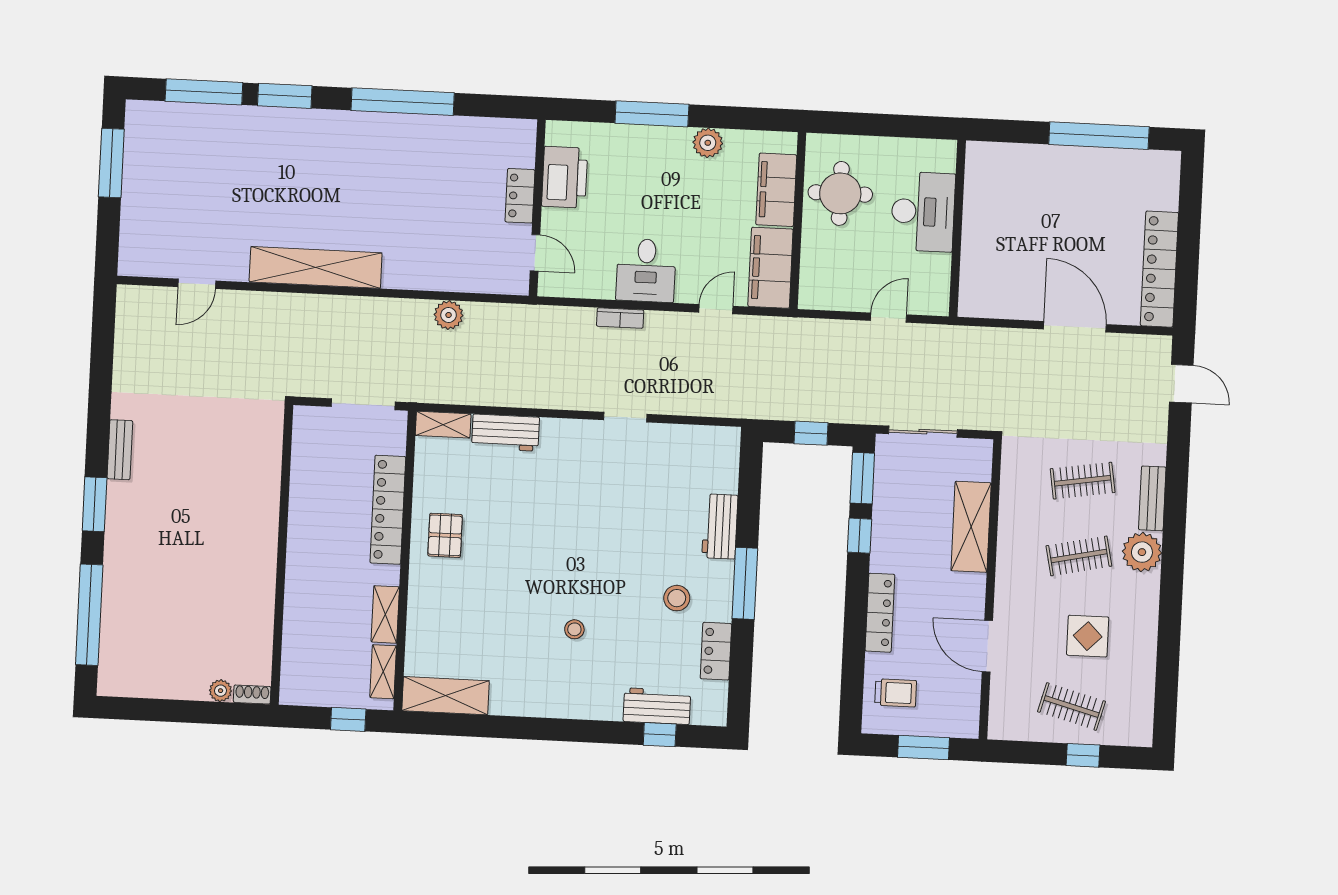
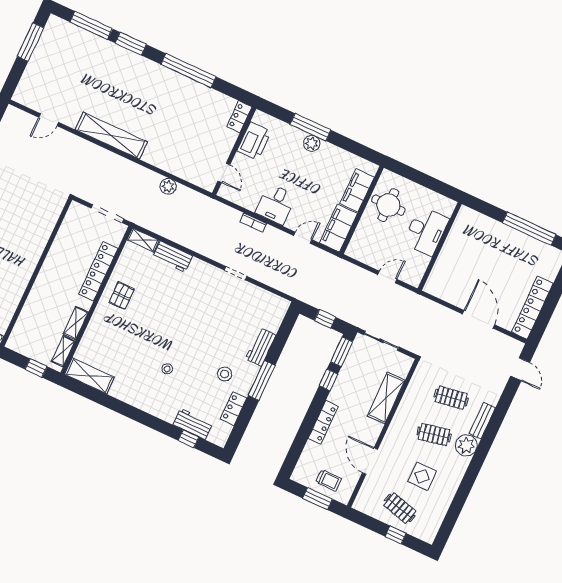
plant: (708, 143) -> (312, 143), moved
locker: (520, 196) -> (239, 117), moved
trolley: (896, 693) -> (329, 480), moved

